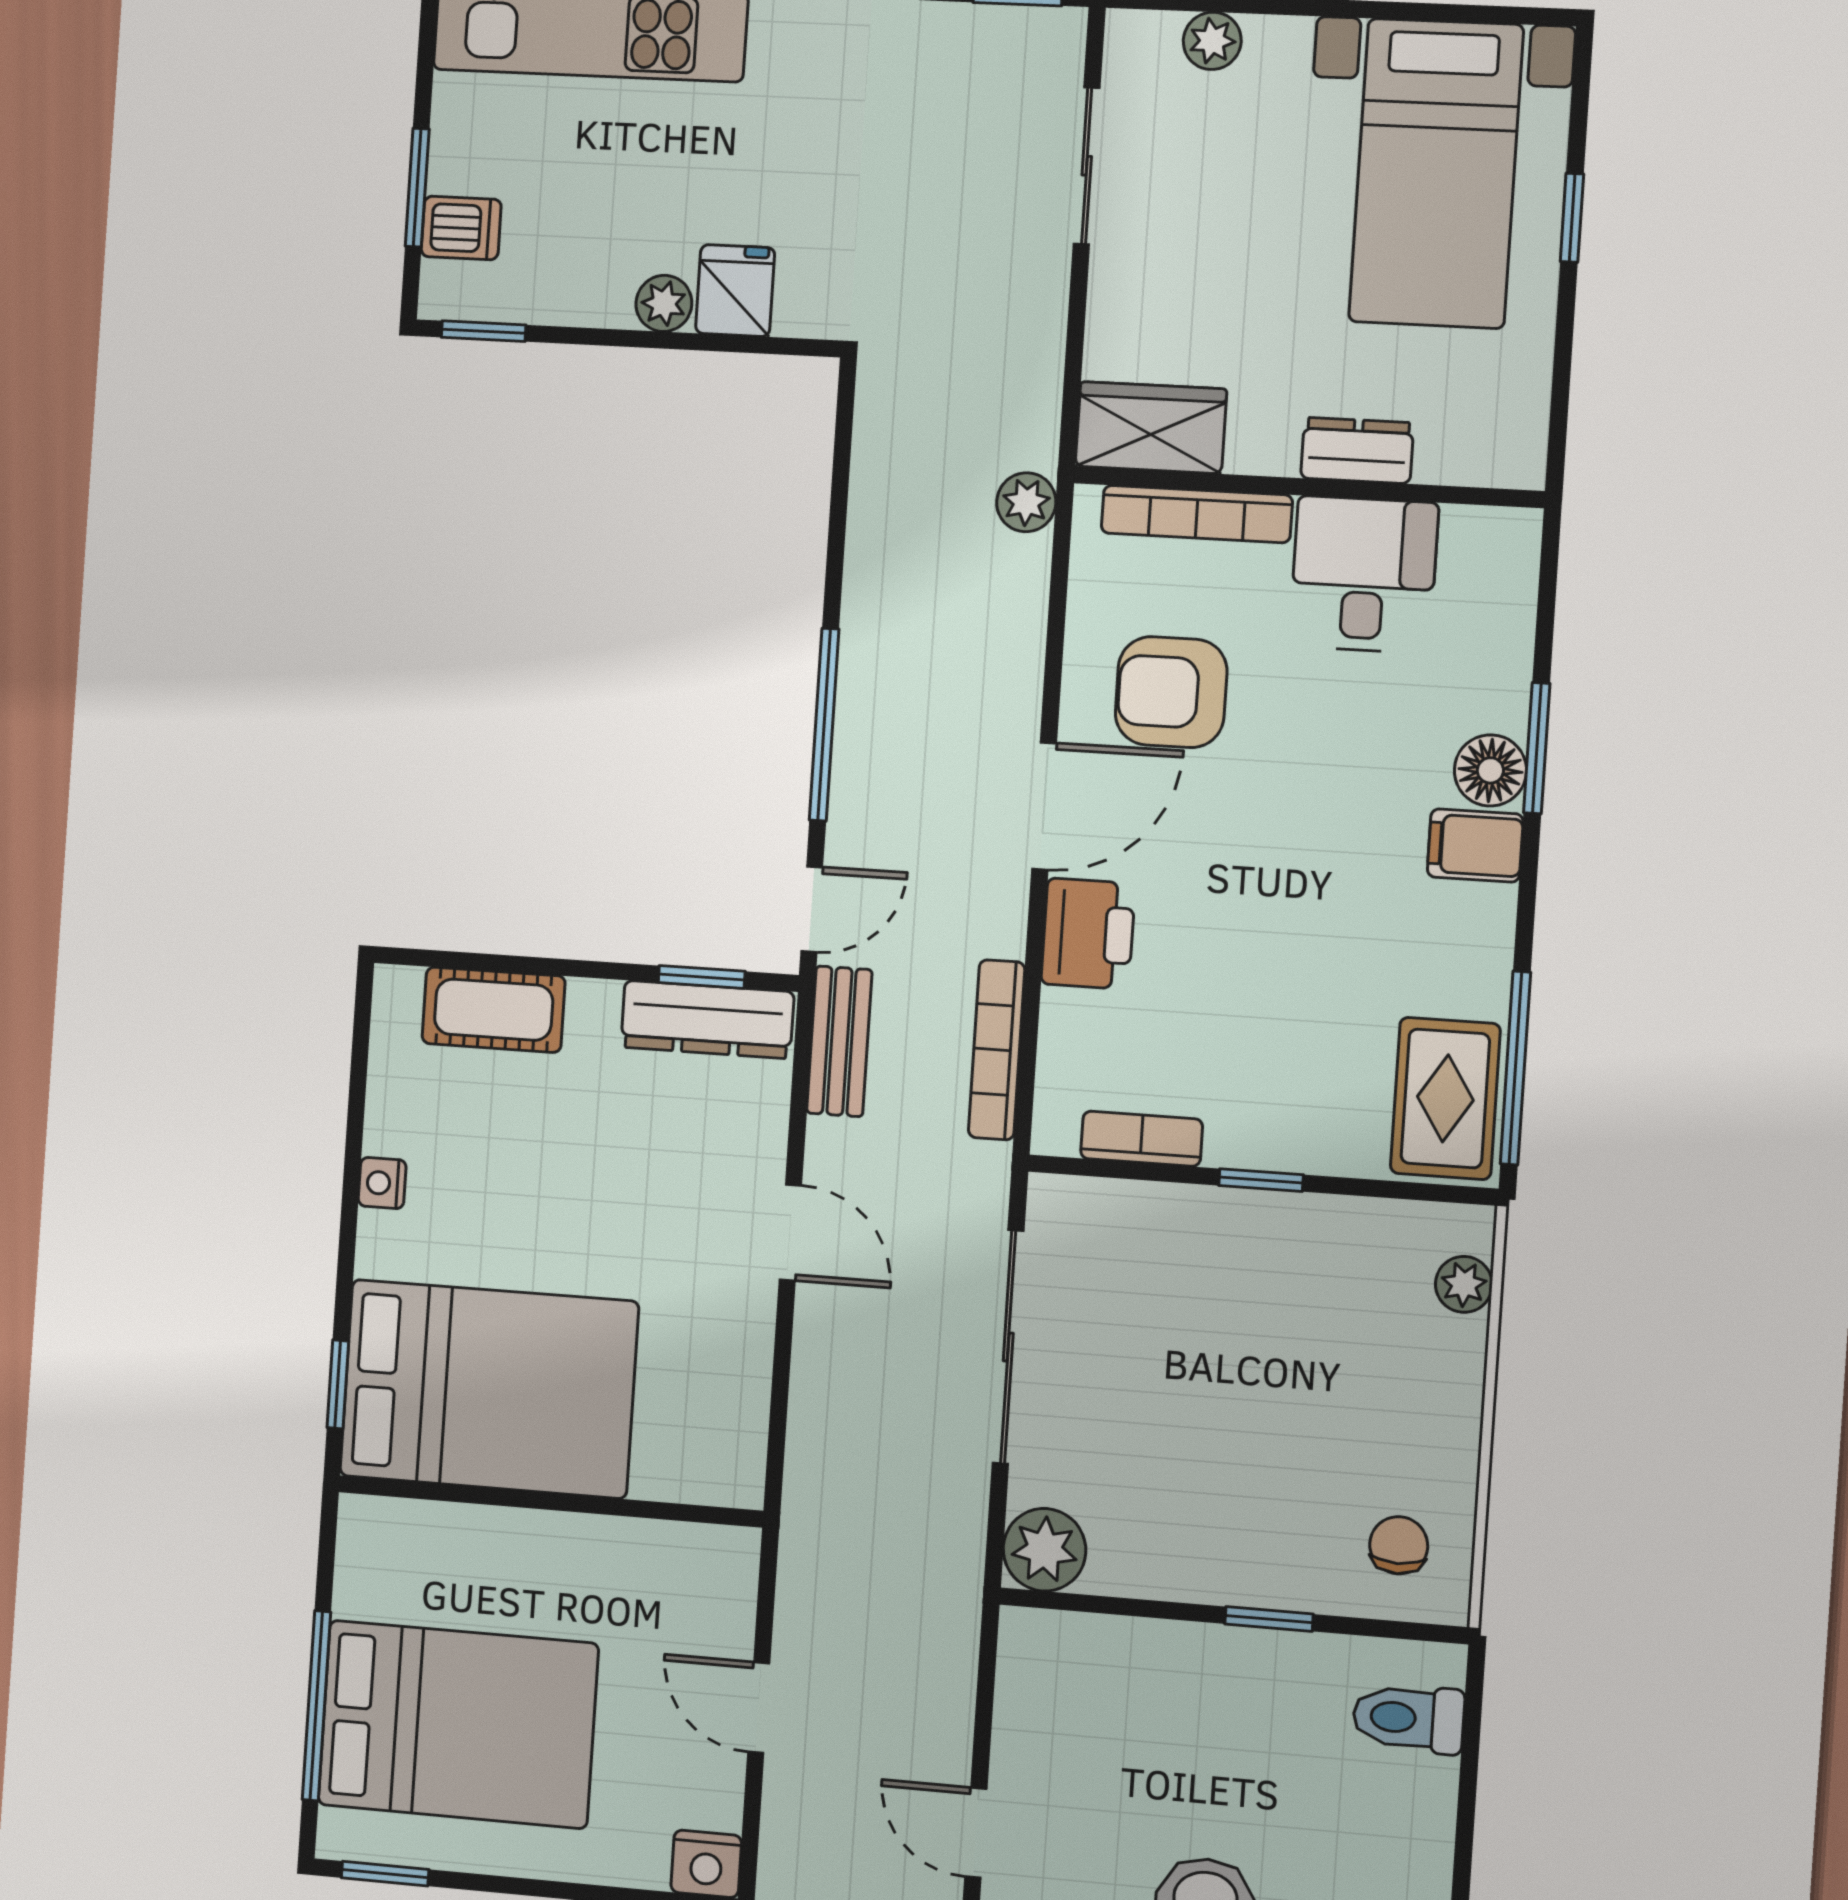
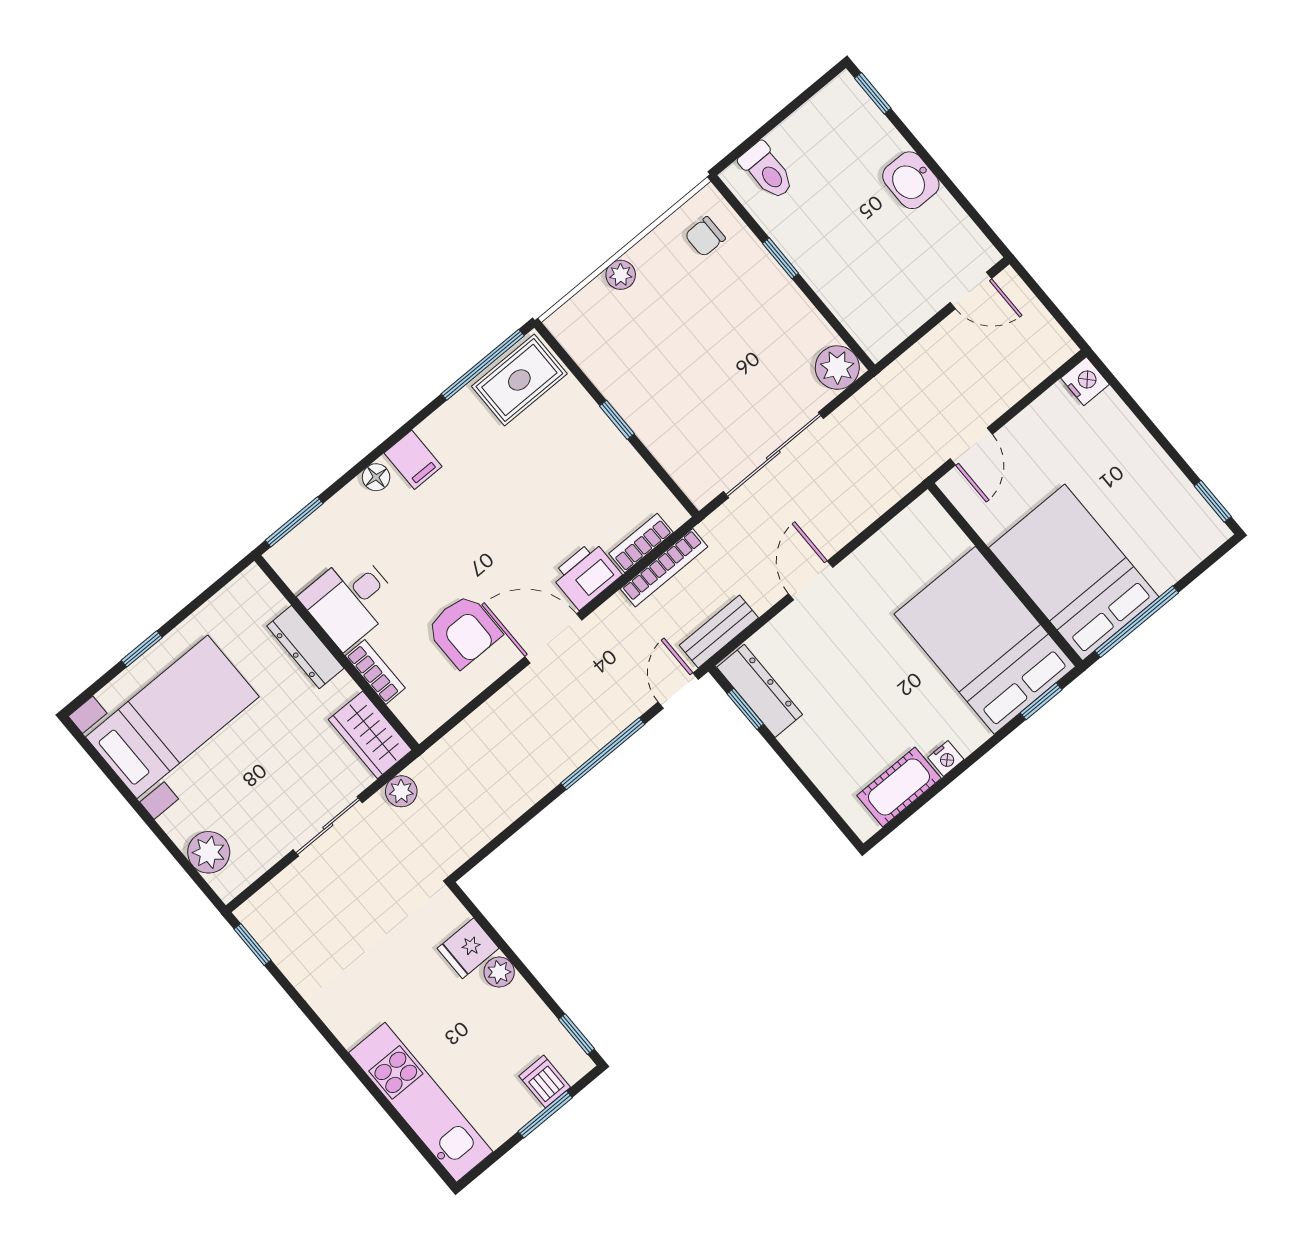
plant: (1212, 41) -> (209, 852), width x1.38, depth x1.38
sliding door: (1087, 166) -> (328, 826), moved
dresser: (1357, 450) -> (305, 647), width x1.44
plant: (1026, 502) -> (401, 791), moved
bookcase: (1197, 514) -> (375, 672), width x0.64
window: (1537, 748) -> (294, 522), moved
floor lamp: (1490, 770) -> (376, 477), width x0.73, depth x0.73
door: (812, 909) -> (678, 691), hinge flipped
cot: (494, 1010) -> (899, 787), moved, turned 90
bookcase: (1142, 1139) -> (641, 543), moved, turned 90
plant: (1464, 1284) -> (621, 275), moved
window: (316, 1706) -> (1137, 622), moved
door: (759, 1708) -> (971, 447), moved
bed: (458, 1724) -> (1074, 572), moved
door: (976, 1833) -> (971, 290), hinge flipped

